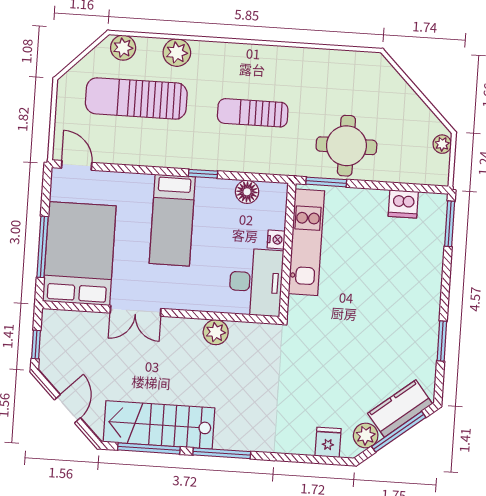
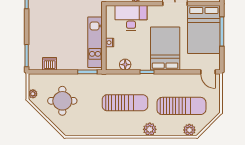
plant: (177, 53) -> (150, 129), moved
sun lounger: (253, 113) -> (125, 103), width x1.36, depth x1.34
round table: (346, 146) -> (62, 101), moved
bed: (172, 220) -> (165, 49), width x1.50
desk: (256, 282) -> (131, 18), moved, turned 90

